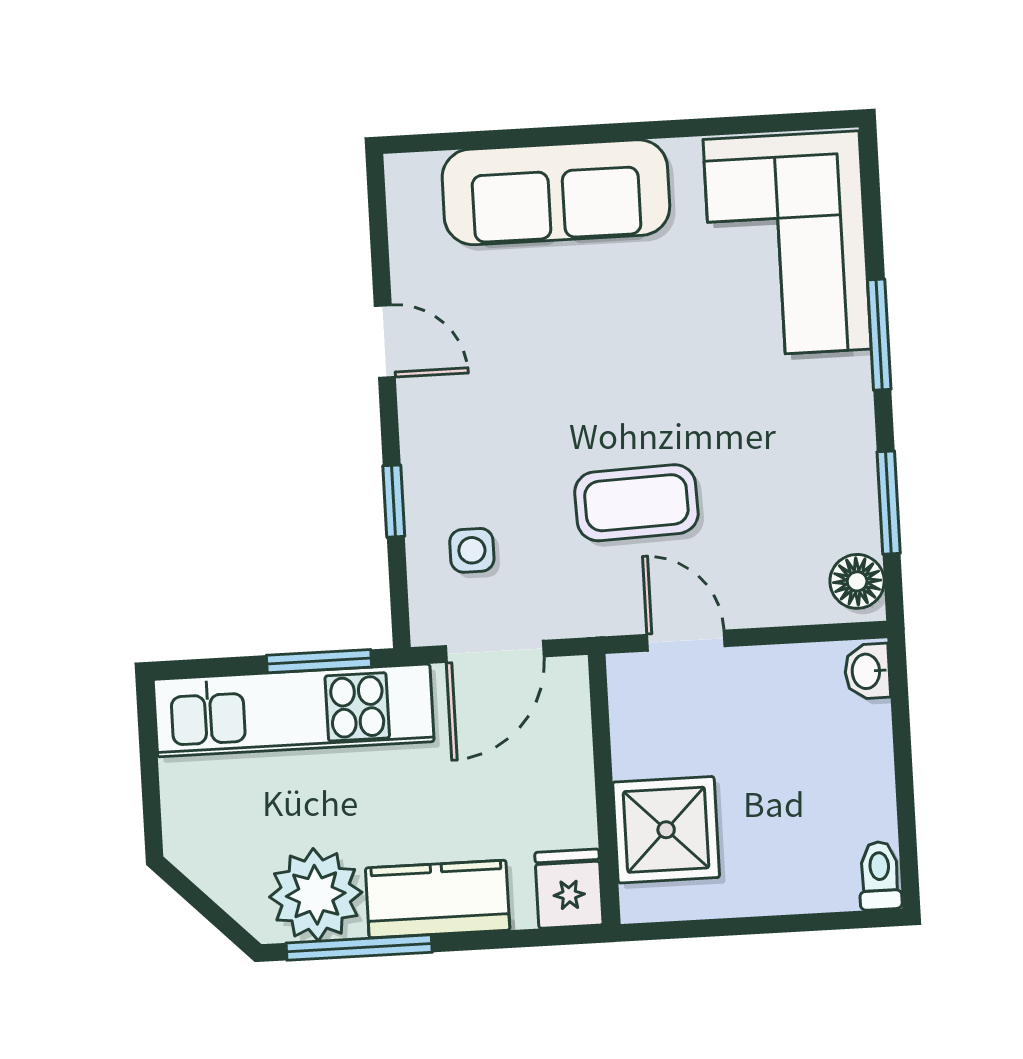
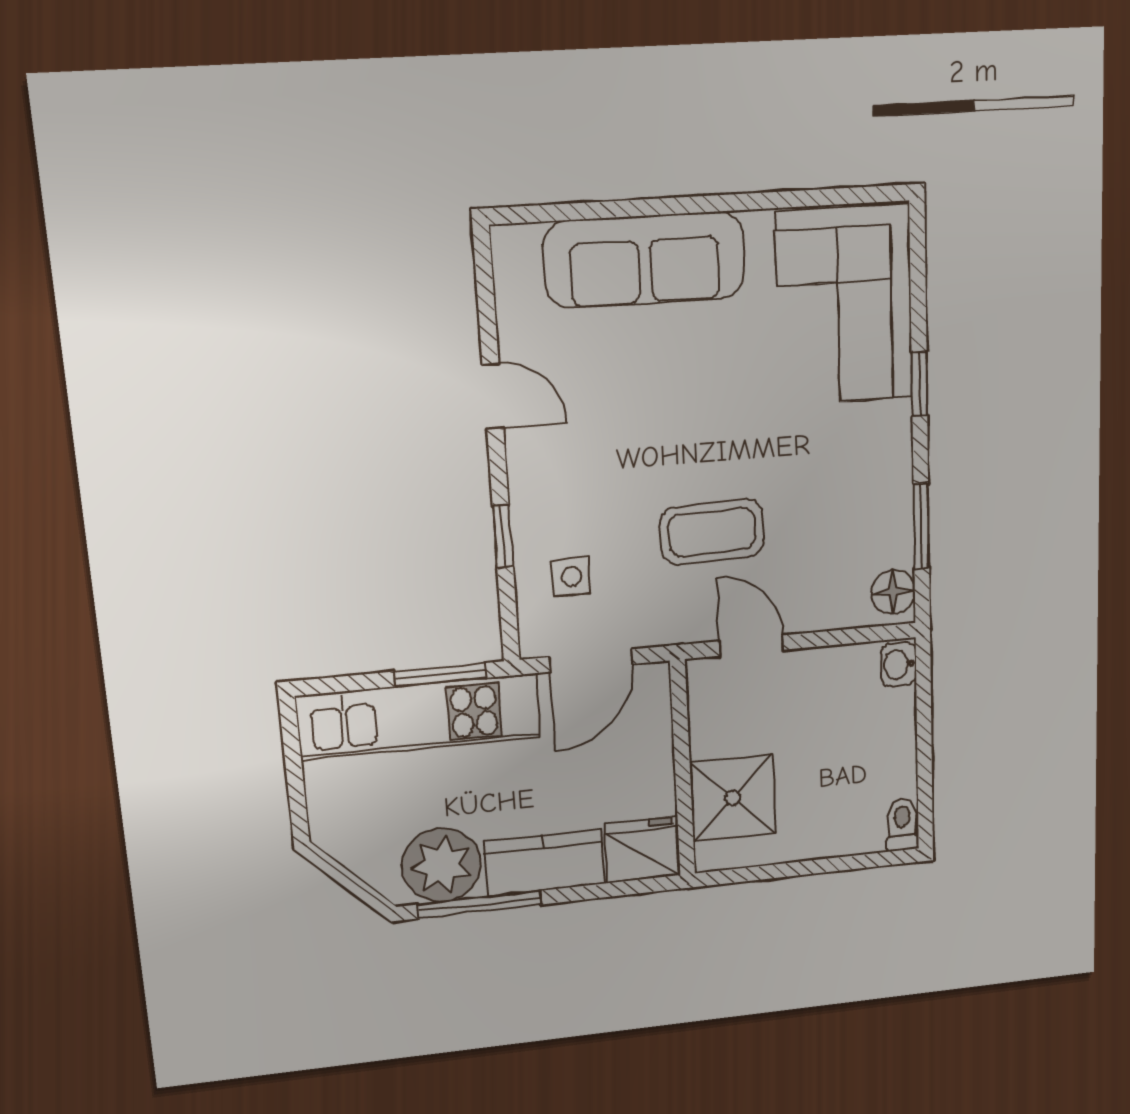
window: (879, 335) -> (919, 384), width x0.67
fridge: (569, 889) -> (643, 850), width x1.38

